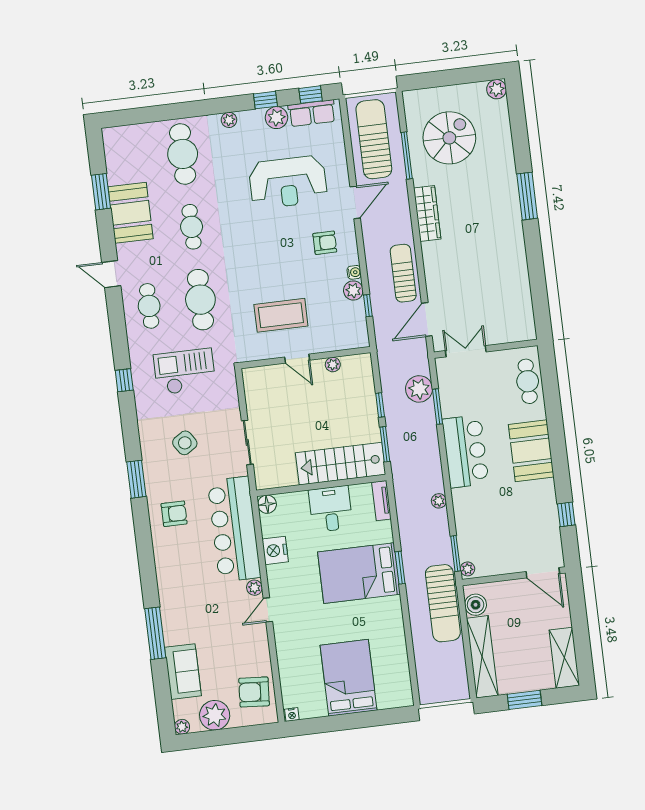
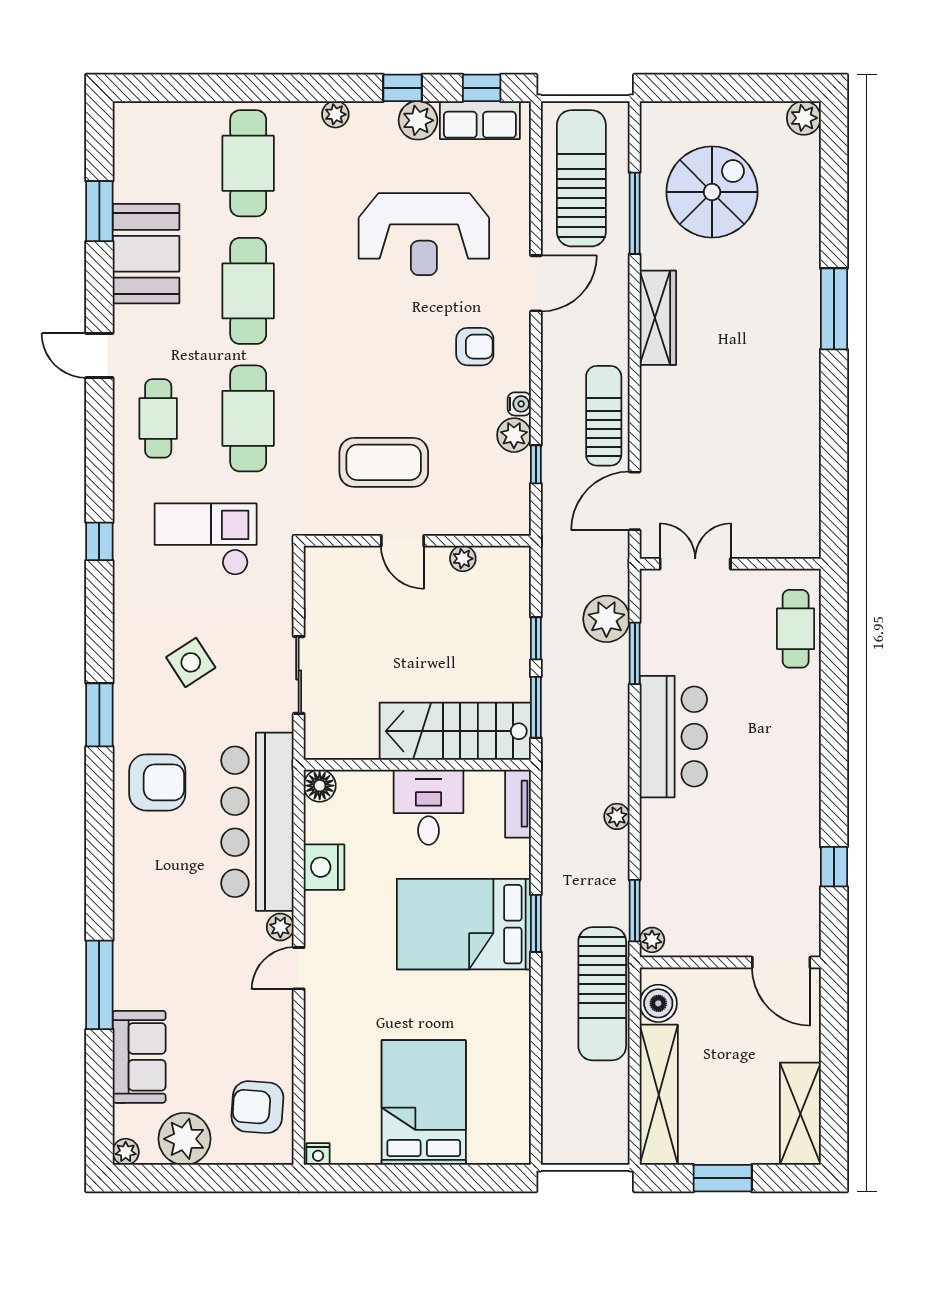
cafe table: (192, 227) -> (248, 291), width x1.37, depth x1.35
booth: (531, 451) -> (787, 749), removed
armchair: (174, 514) -> (157, 782), width x1.38, depth x1.38

